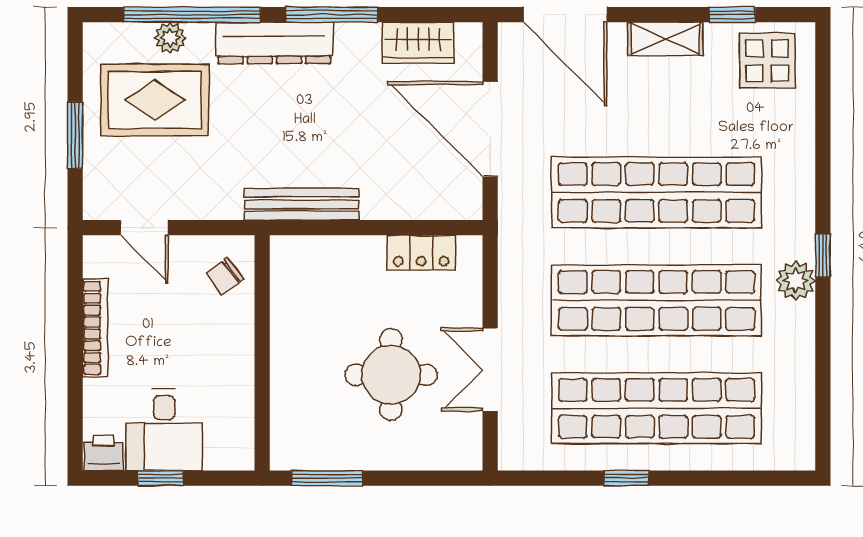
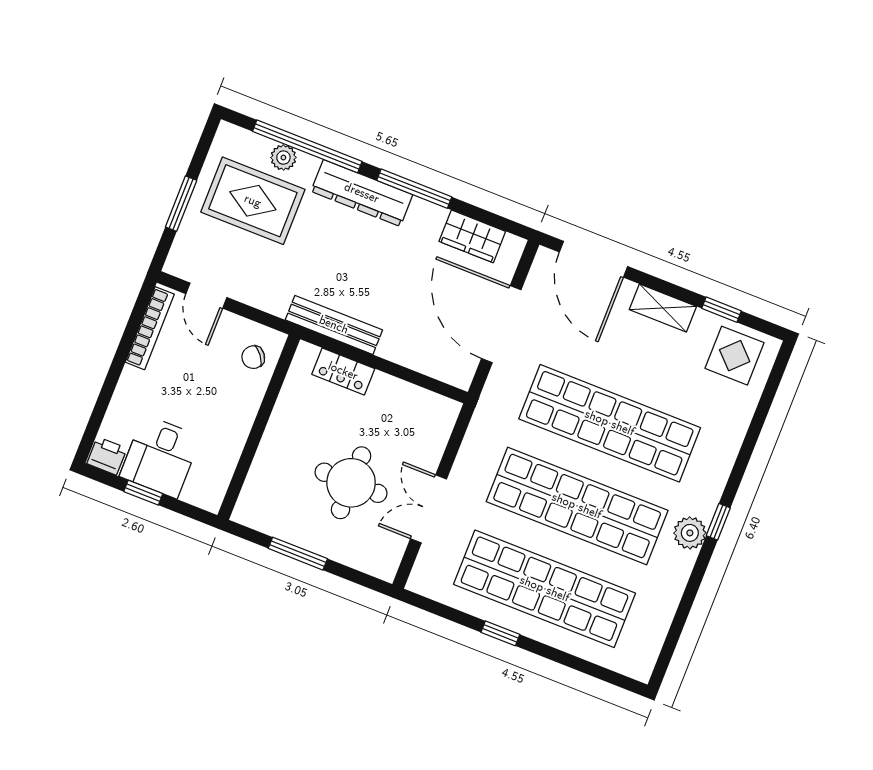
locker: (421, 253) -> (343, 371), moved
bookcase: (95, 328) -> (150, 328), moved
window: (327, 478) -> (298, 554), moved

